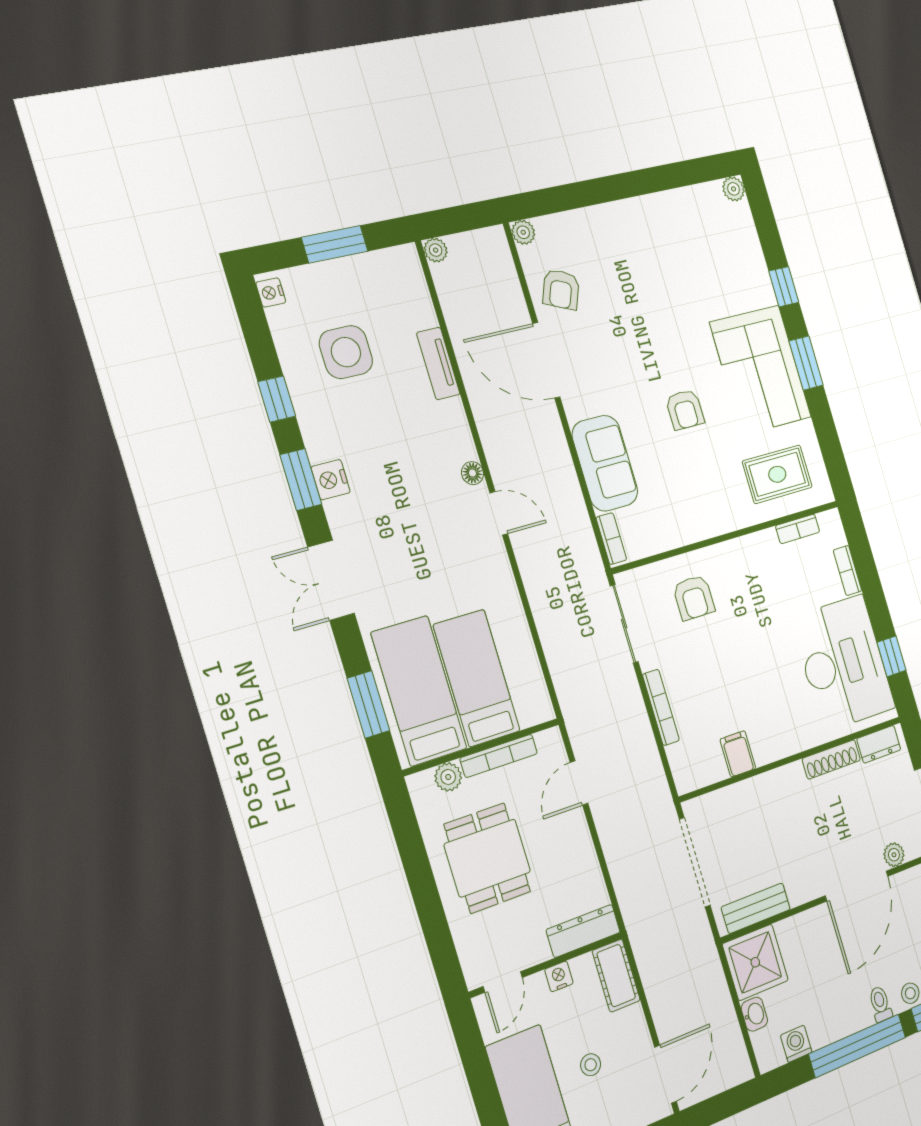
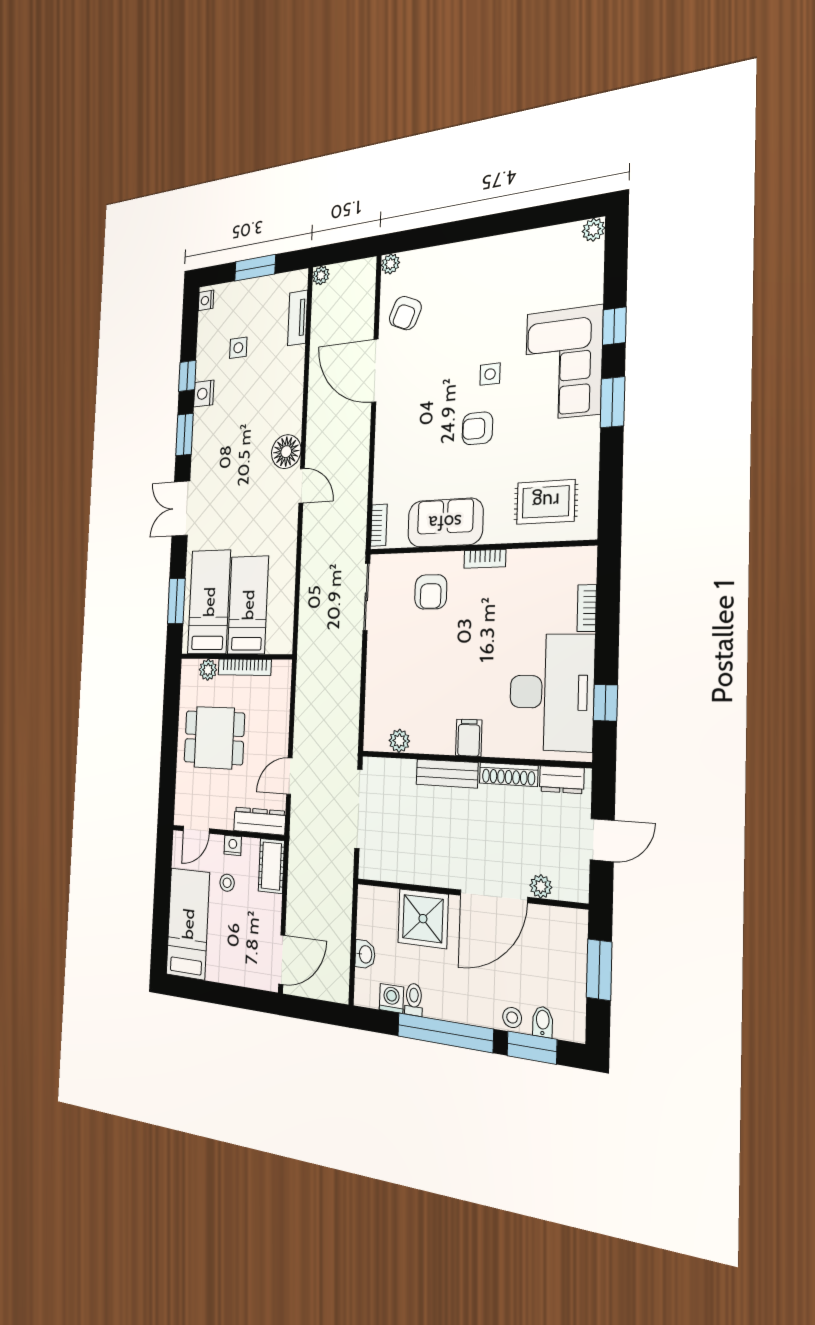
side table: (679, 349) -> (490, 374), added
side table: (346, 352) -> (238, 348), width x0.54, depth x0.54
tv unit: (438, 363) -> (298, 318), moved
corner sofa: (761, 370) -> (563, 363), moved
armchair: (685, 410) -> (477, 428), turned 90
sofa: (605, 463) -> (445, 523), moved, turned -90
floor lamp: (472, 473) -> (286, 452), width x1.89, depth x1.89
nightstand: (331, 480) -> (204, 394), moved
bookcase: (798, 529) -> (485, 559), moved
bookcase: (661, 707) -> (373, 674), removed
filing cabinet: (738, 754) -> (469, 738), moved
plant: (714, 770) -> (399, 741), added
door: (579, 783) -> (289, 776), moved
dining table: (487, 858) -> (214, 738), turned 90
bench: (756, 908) -> (447, 774), moved
shower: (755, 962) -> (423, 919), moved
toilet: (880, 1004) -> (414, 1000), moved
stool: (591, 1065) -> (227, 883), moved

